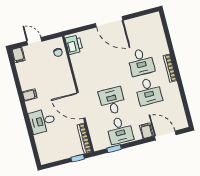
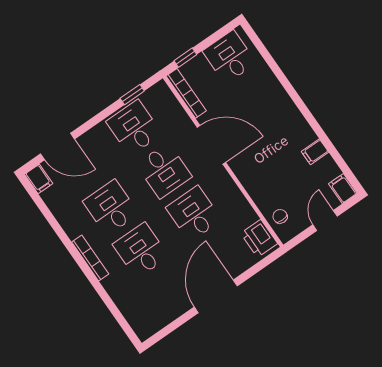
door: (109, 22) -> (216, 296), hinge flipped
door: (34, 41) -> (325, 220), swing flipped
desk: (105, 71) -> (194, 214), added
filing cabinet: (30, 95) -> (315, 152), moved
desk: (42, 121) -> (229, 57), moved, turned -90
filing cabinet: (146, 131) -> (39, 179), moved

